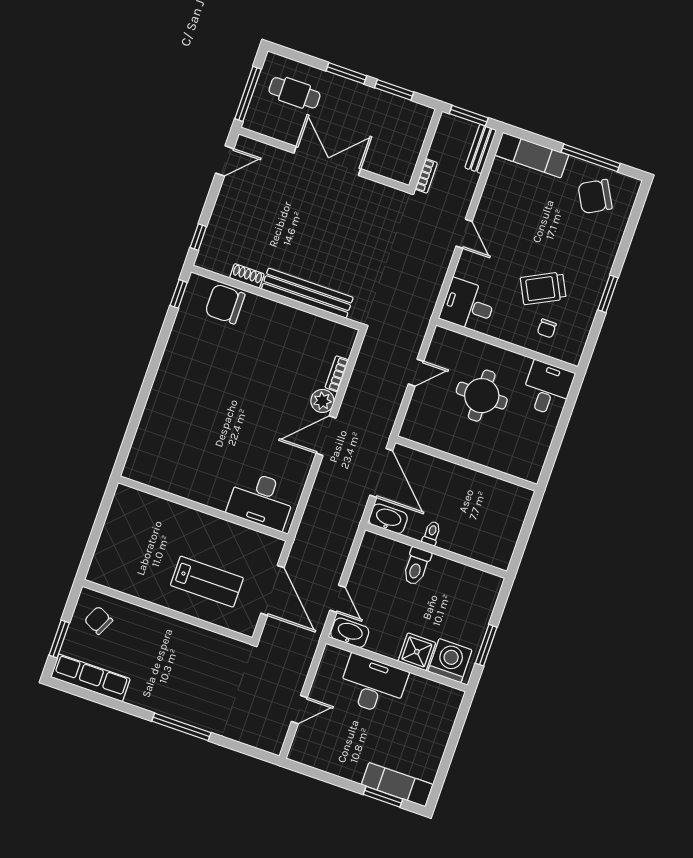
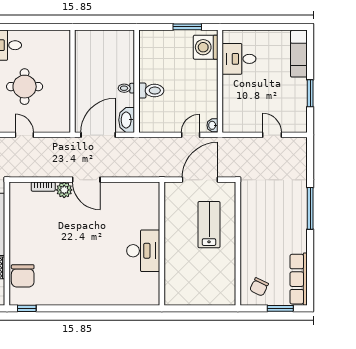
desk: (261, 500) -> (143, 251), moved
washbasin: (350, 633) -> (212, 125), width x0.52, depth x0.69
shower: (417, 652) -> (207, 71), removed
desk: (373, 685) -> (239, 59), moved, width x0.73
window: (383, 797) -> (310, 93), moved

